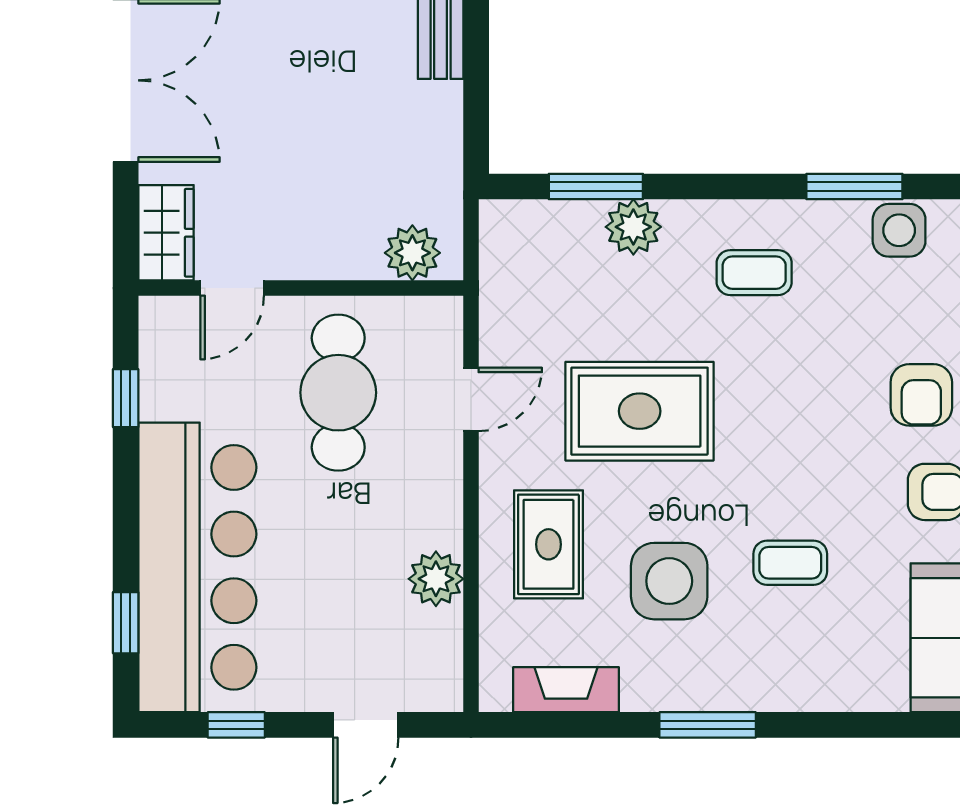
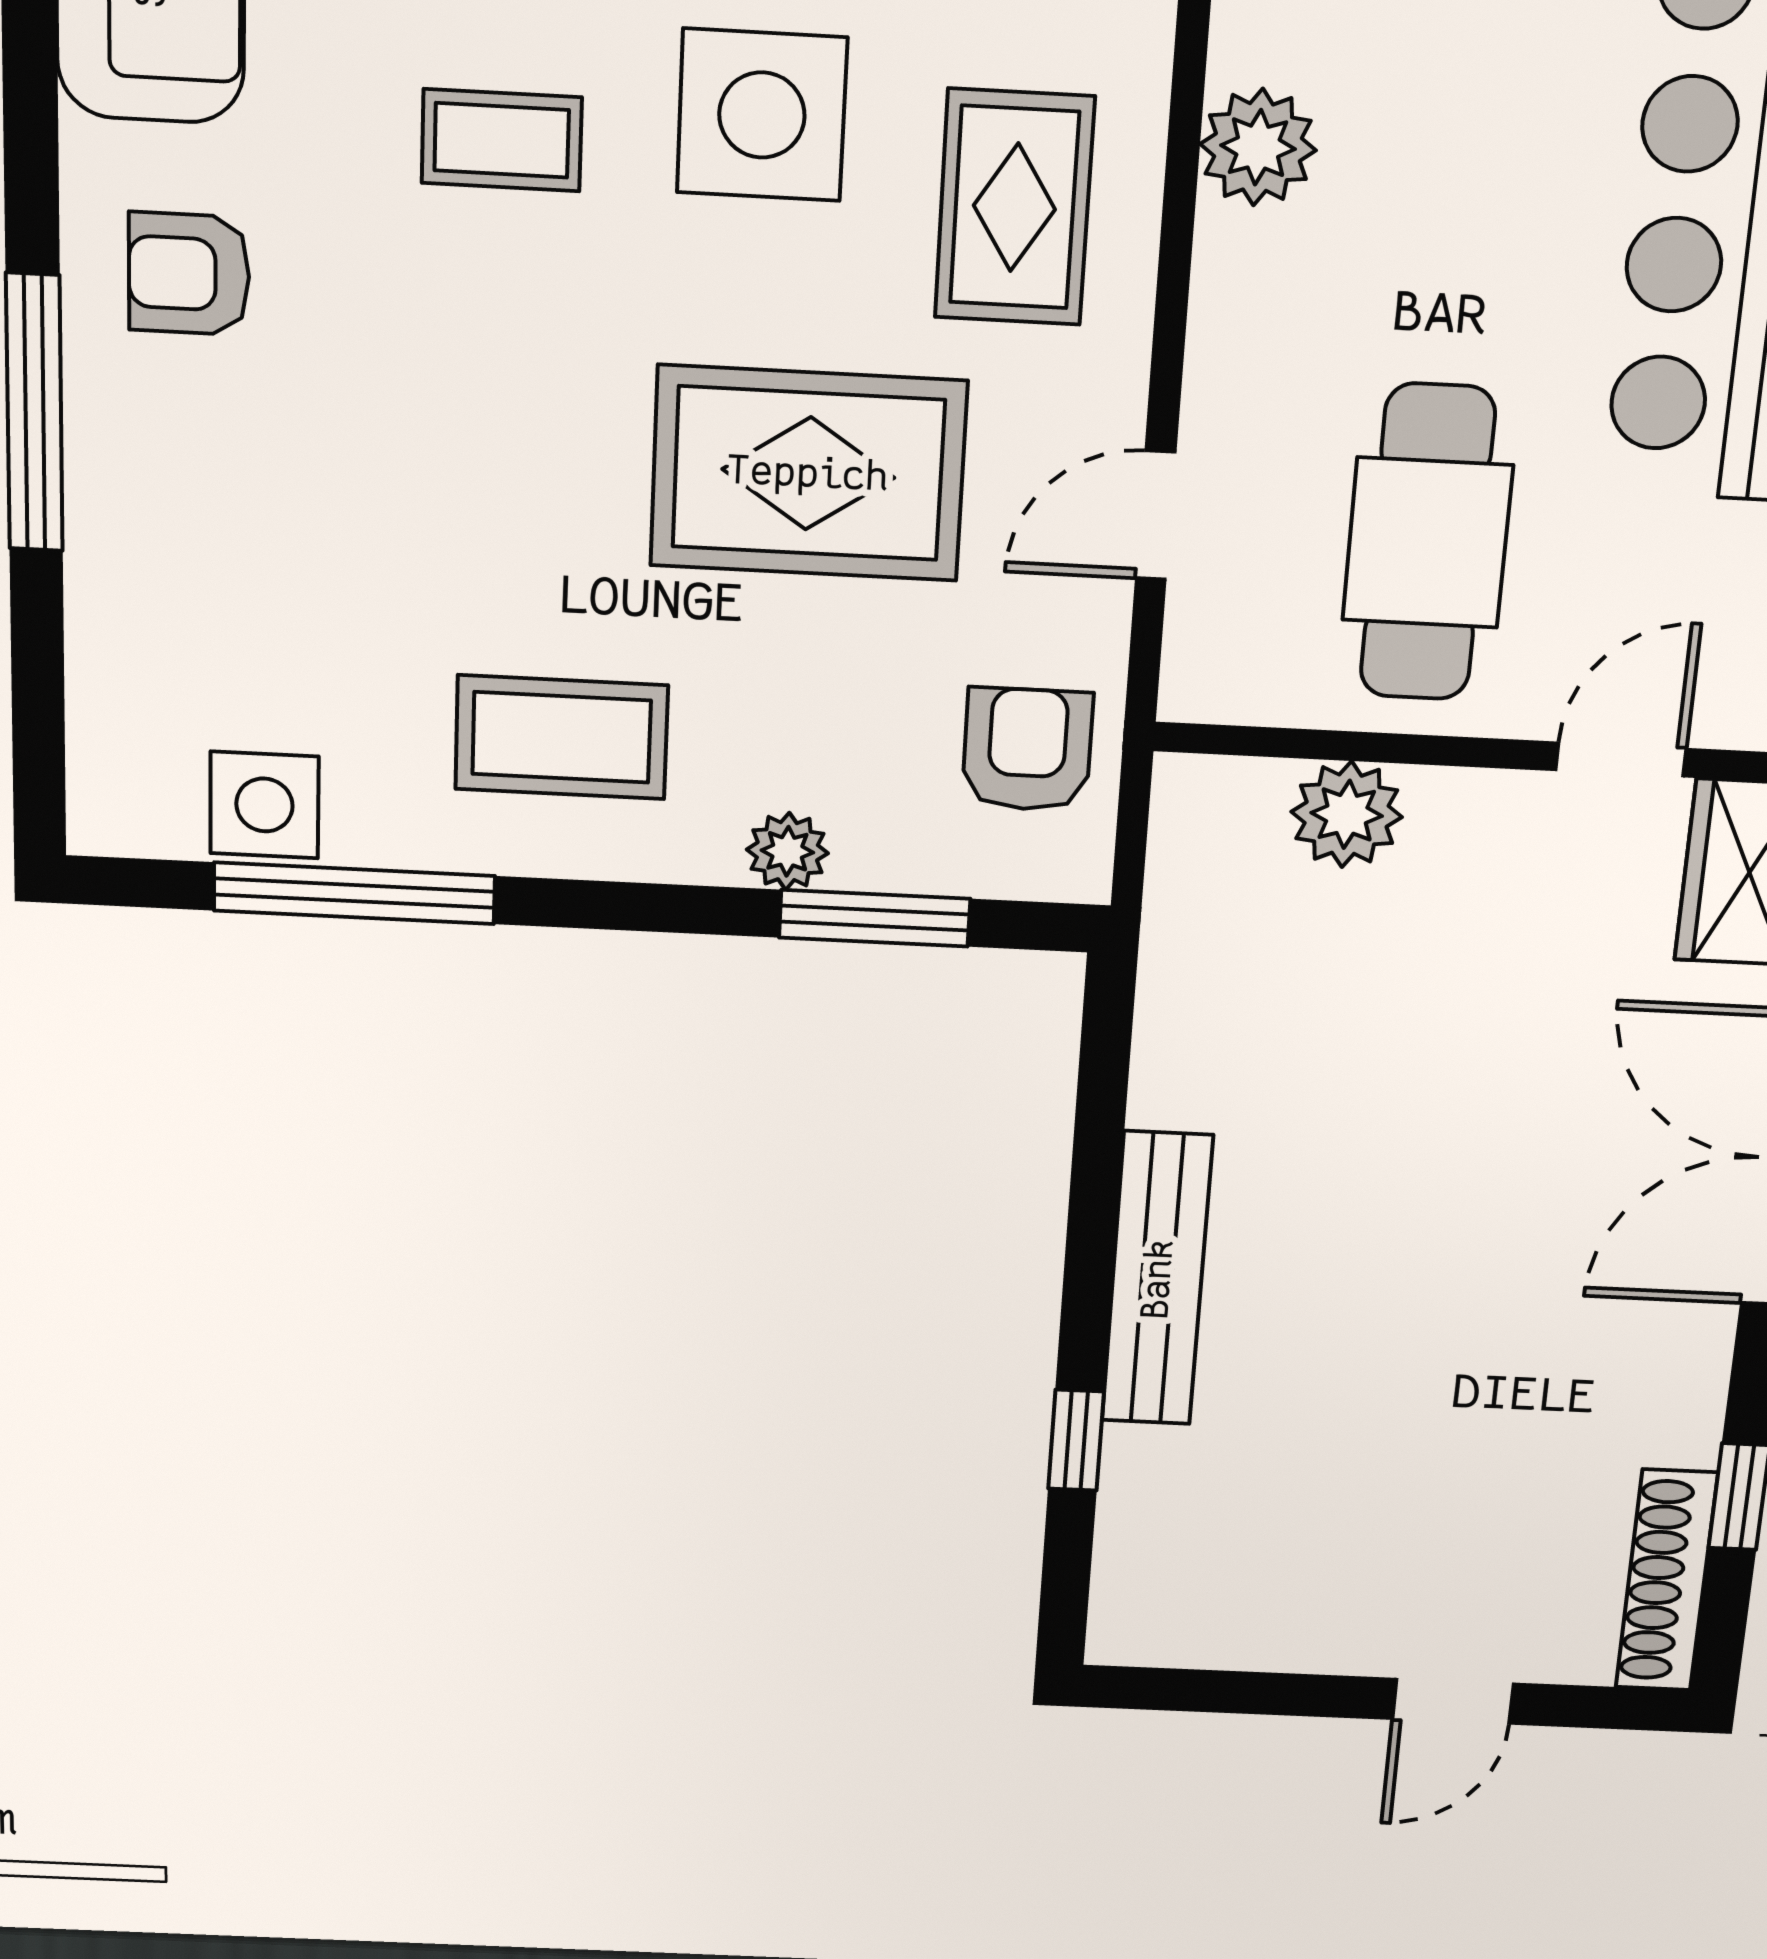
window: (854, 186) -> (354, 893), width x1.44
plant: (633, 227) -> (787, 851), width x0.73, depth x0.73
plant: (412, 253) -> (1347, 814), moved
coffee table: (754, 273) -> (562, 737), width x1.36, depth x1.30
armchair: (921, 395) -> (1027, 750), moved

